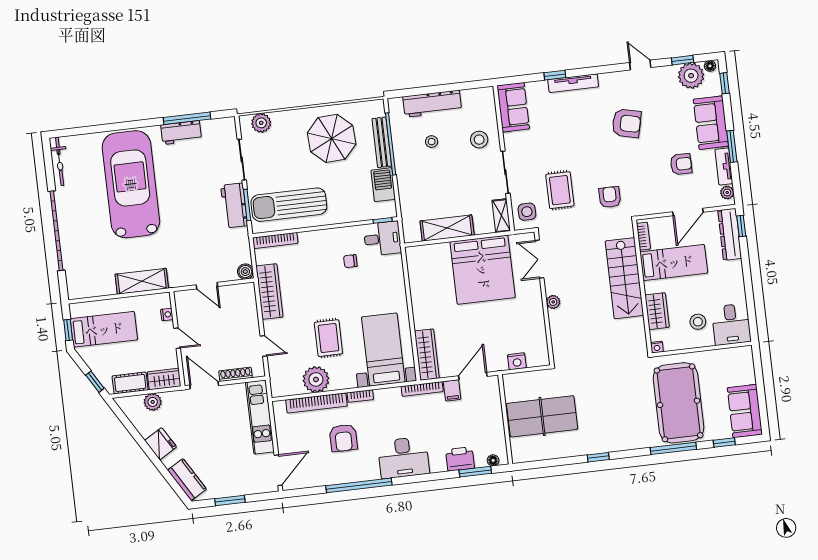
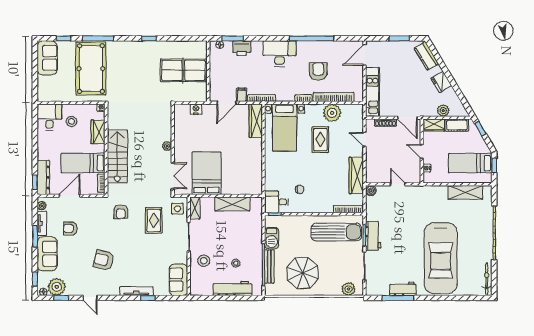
bed: (483, 270) -> (206, 173), width x0.73
shelving: (142, 281) -> (465, 192), moved

